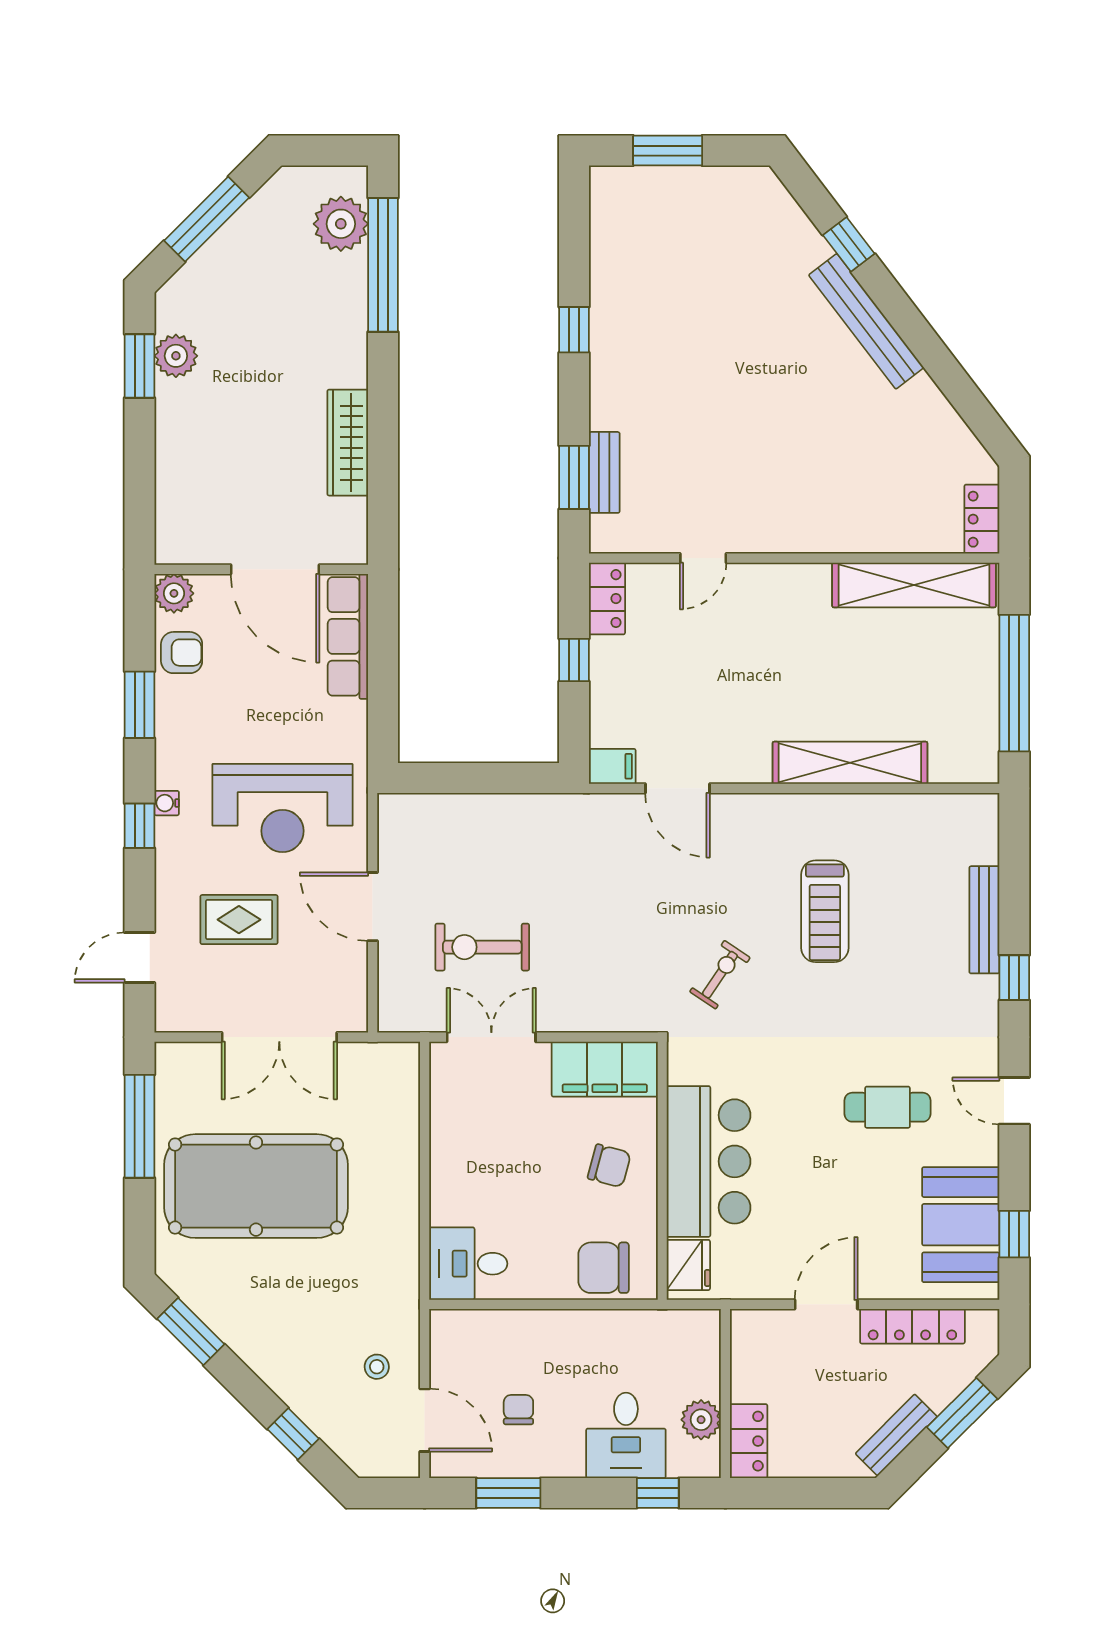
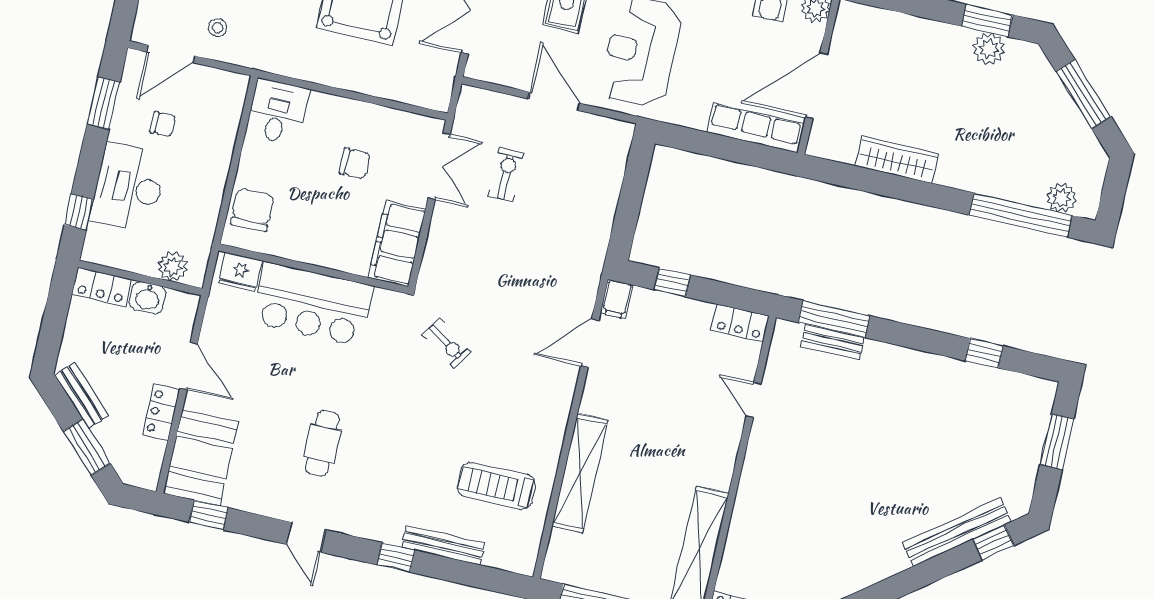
plant: (341, 224) -> (1062, 198), width x0.73, depth x0.73
window: (849, 244) -> (993, 542), moved
bench: (866, 321) -> (957, 532), moved
window: (574, 330) -> (984, 353), moved
window: (574, 477) -> (834, 319), width x1.44
window: (574, 660) -> (672, 282), moved
door: (373, 907) -> (554, 101), hinge flipped
treadmill: (825, 911) -> (496, 486), moved
exercise bike: (482, 947) -> (506, 174), width x0.73, depth x0.72
door: (1014, 1101) -> (306, 537), swing flipped
chair: (609, 1166) -> (355, 163), moved, turned -105
booth: (961, 1225) -> (201, 458), moved, turned 90
locker: (912, 1326) -> (161, 412), width x0.66
washbasin: (749, 1378) -> (148, 298), added
plant: (701, 1420) -> (173, 266), moved
desk: (626, 1435) -> (129, 187), width x1.37

